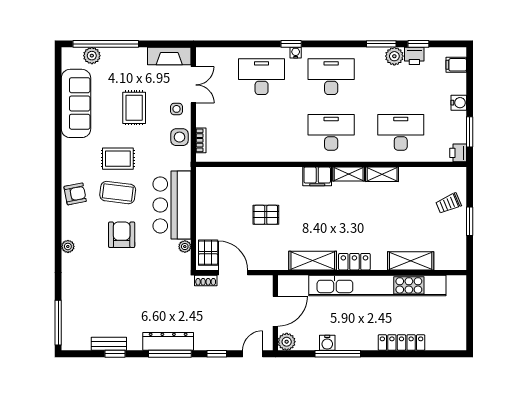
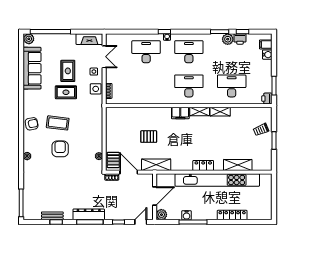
plant: (92, 56) -> (29, 39), moved
water cooler: (459, 103) -> (267, 55), moved
rug: (118, 159) -> (66, 92), moved
bar counter: (172, 205) -> (91, 131), removed
shelving: (313, 261) -> (156, 165), moved

